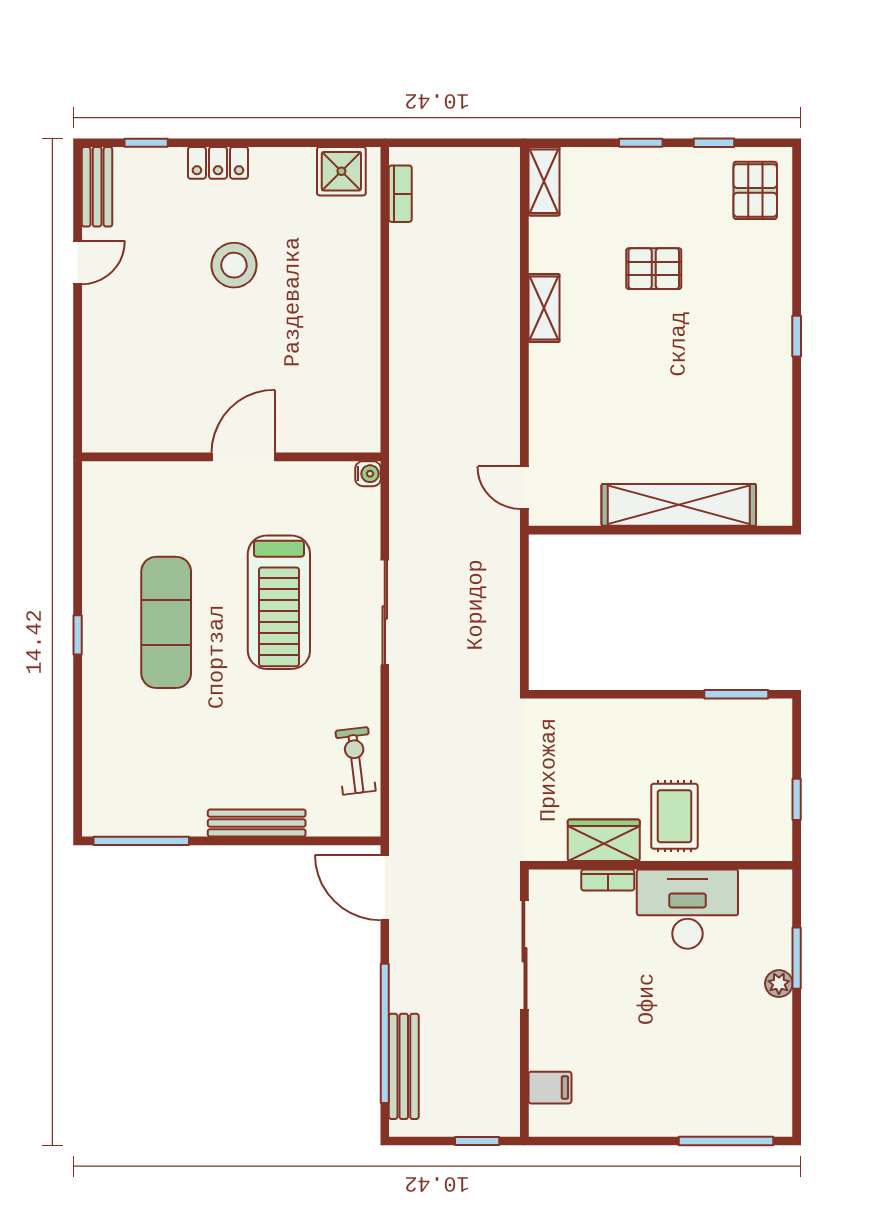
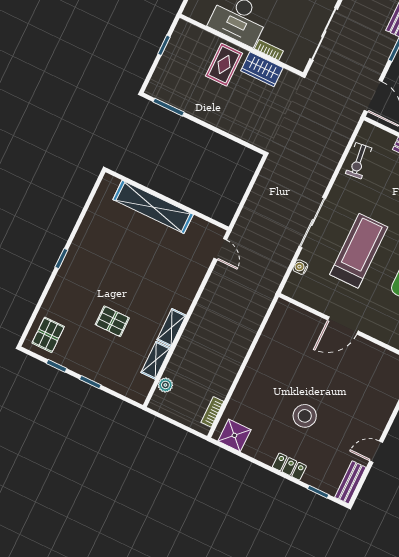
shelving: (544, 181) -> (156, 360), moved
plant: (506, 201) -> (165, 385), added
water cooler: (368, 474) -> (300, 267), moved

